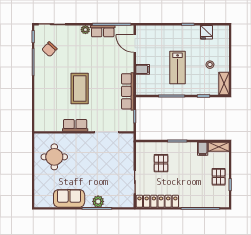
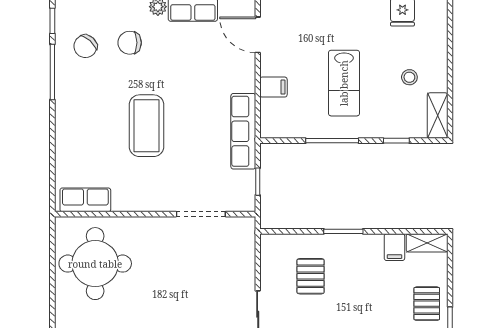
chair: (71, 47) -> (130, 43), added
row of seats: (75, 125) -> (85, 200), moved
round table: (54, 157) -> (95, 264), width x1.36, depth x1.36

